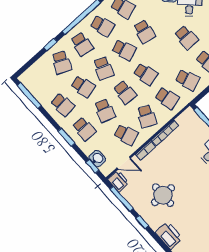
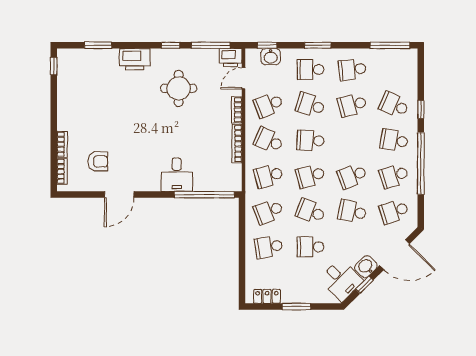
school desk: (103, 68) -> (310, 211), moved

